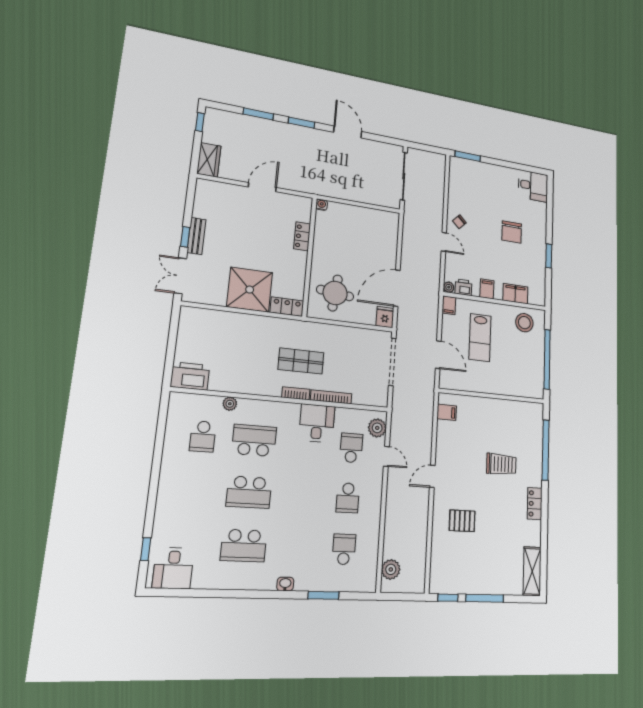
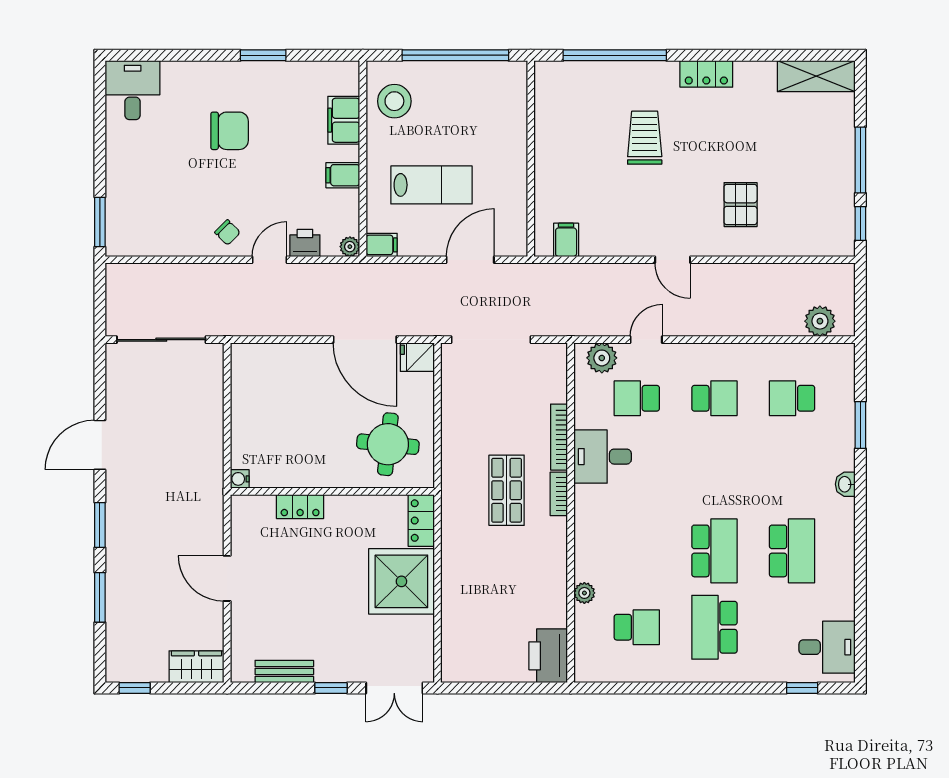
bench: (196, 236) -> (284, 671), moved
printer: (463, 287) -> (305, 243), moved, turned 90
school desk: (254, 440) -> (714, 627), moved

